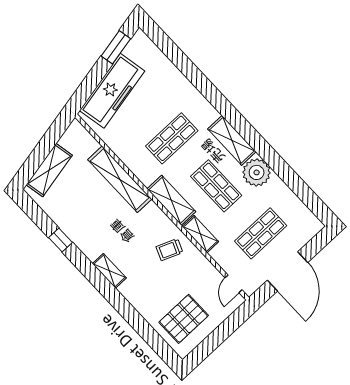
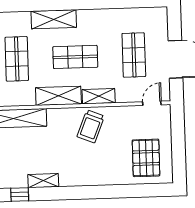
plant: (257, 172) -> (90, 22), removed
trolley: (169, 250) -> (91, 126), width x1.36, depth x1.39
shelving: (109, 271) -> (43, 181), moved
door: (233, 284) -> (152, 103), swing flipped

